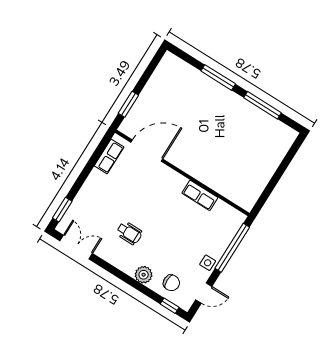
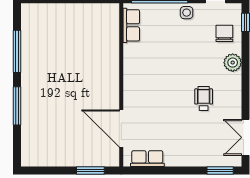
row of seats: (200, 195) -> (131, 25), moved

